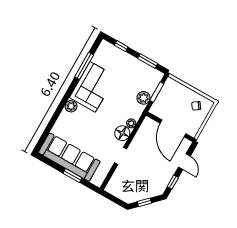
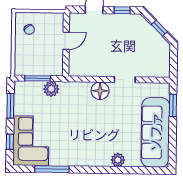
corner sofa: (93, 87) -> (31, 141), moved, turned 90
plant: (71, 106) -> (118, 160), moved
plant: (131, 123) -> (85, 87), removed
door: (173, 128) -> (66, 41), width x0.53
window: (72, 176) -> (173, 105), moved

